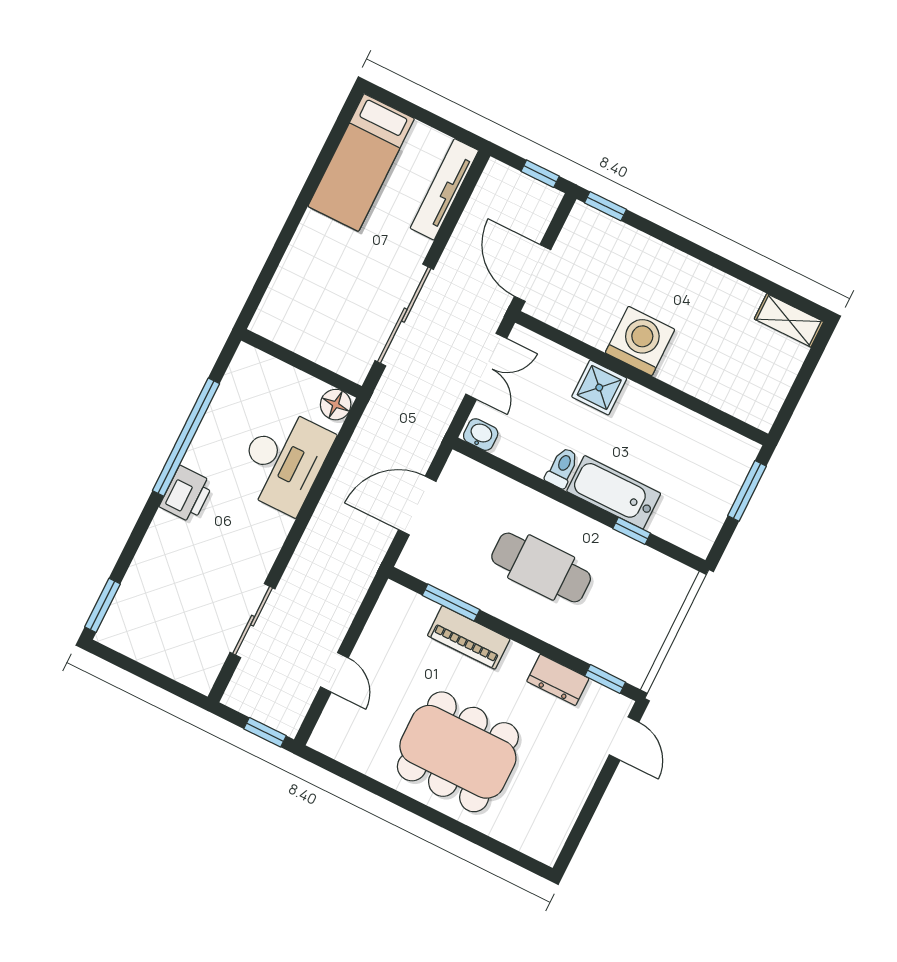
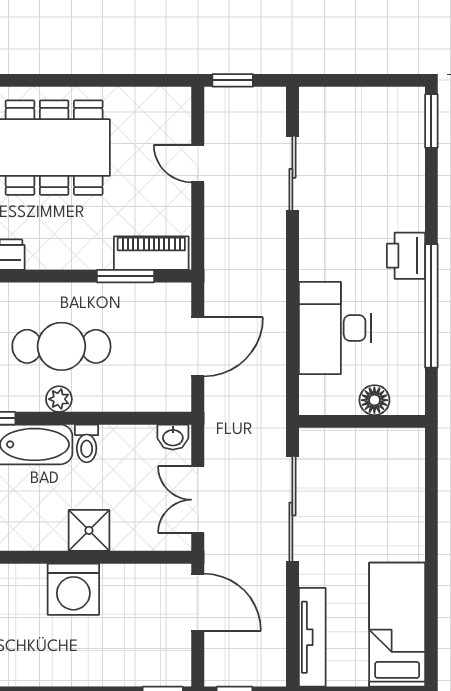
floor lamp: (336, 405) -> (374, 400), moved
plant: (567, 521) -> (59, 399), added
piano: (469, 637) -> (151, 253), moved

